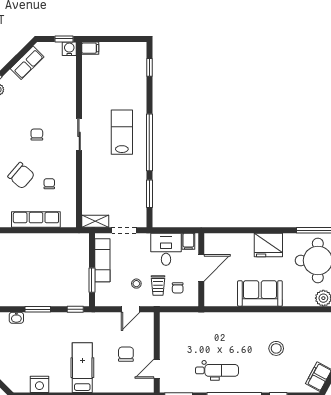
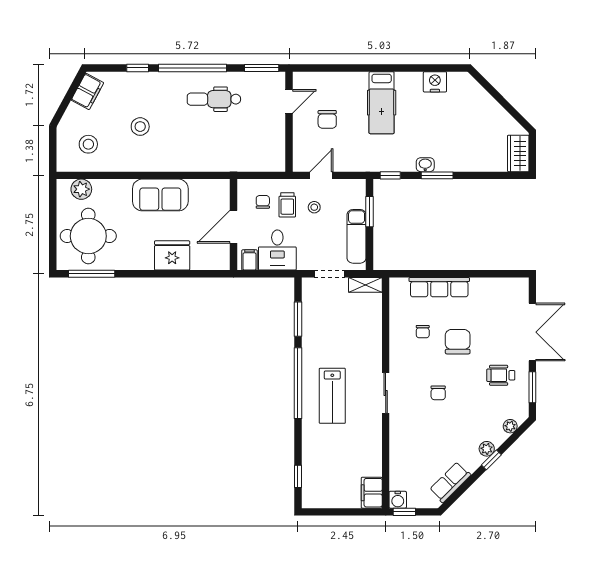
filing cabinet: (90, 48) -> (372, 493), width x2.00
chair: (21, 176) -> (458, 342), turned 49
fridge: (268, 245) -> (172, 255), moved
trolley: (158, 285) -> (287, 205), turned 180
washbasin: (16, 318) -> (425, 165), moved
stool: (318, 334) -> (88, 144), added

